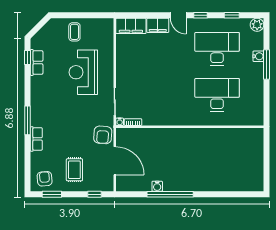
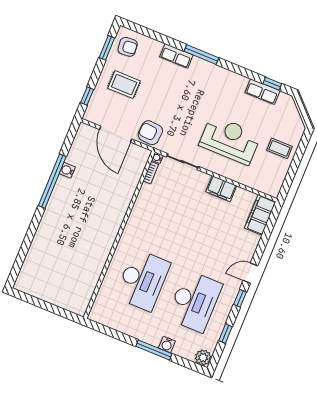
filing cabinet: (158, 25) -> (221, 189), moved, turned -90
door: (115, 161) -> (116, 134), hinge flipped

